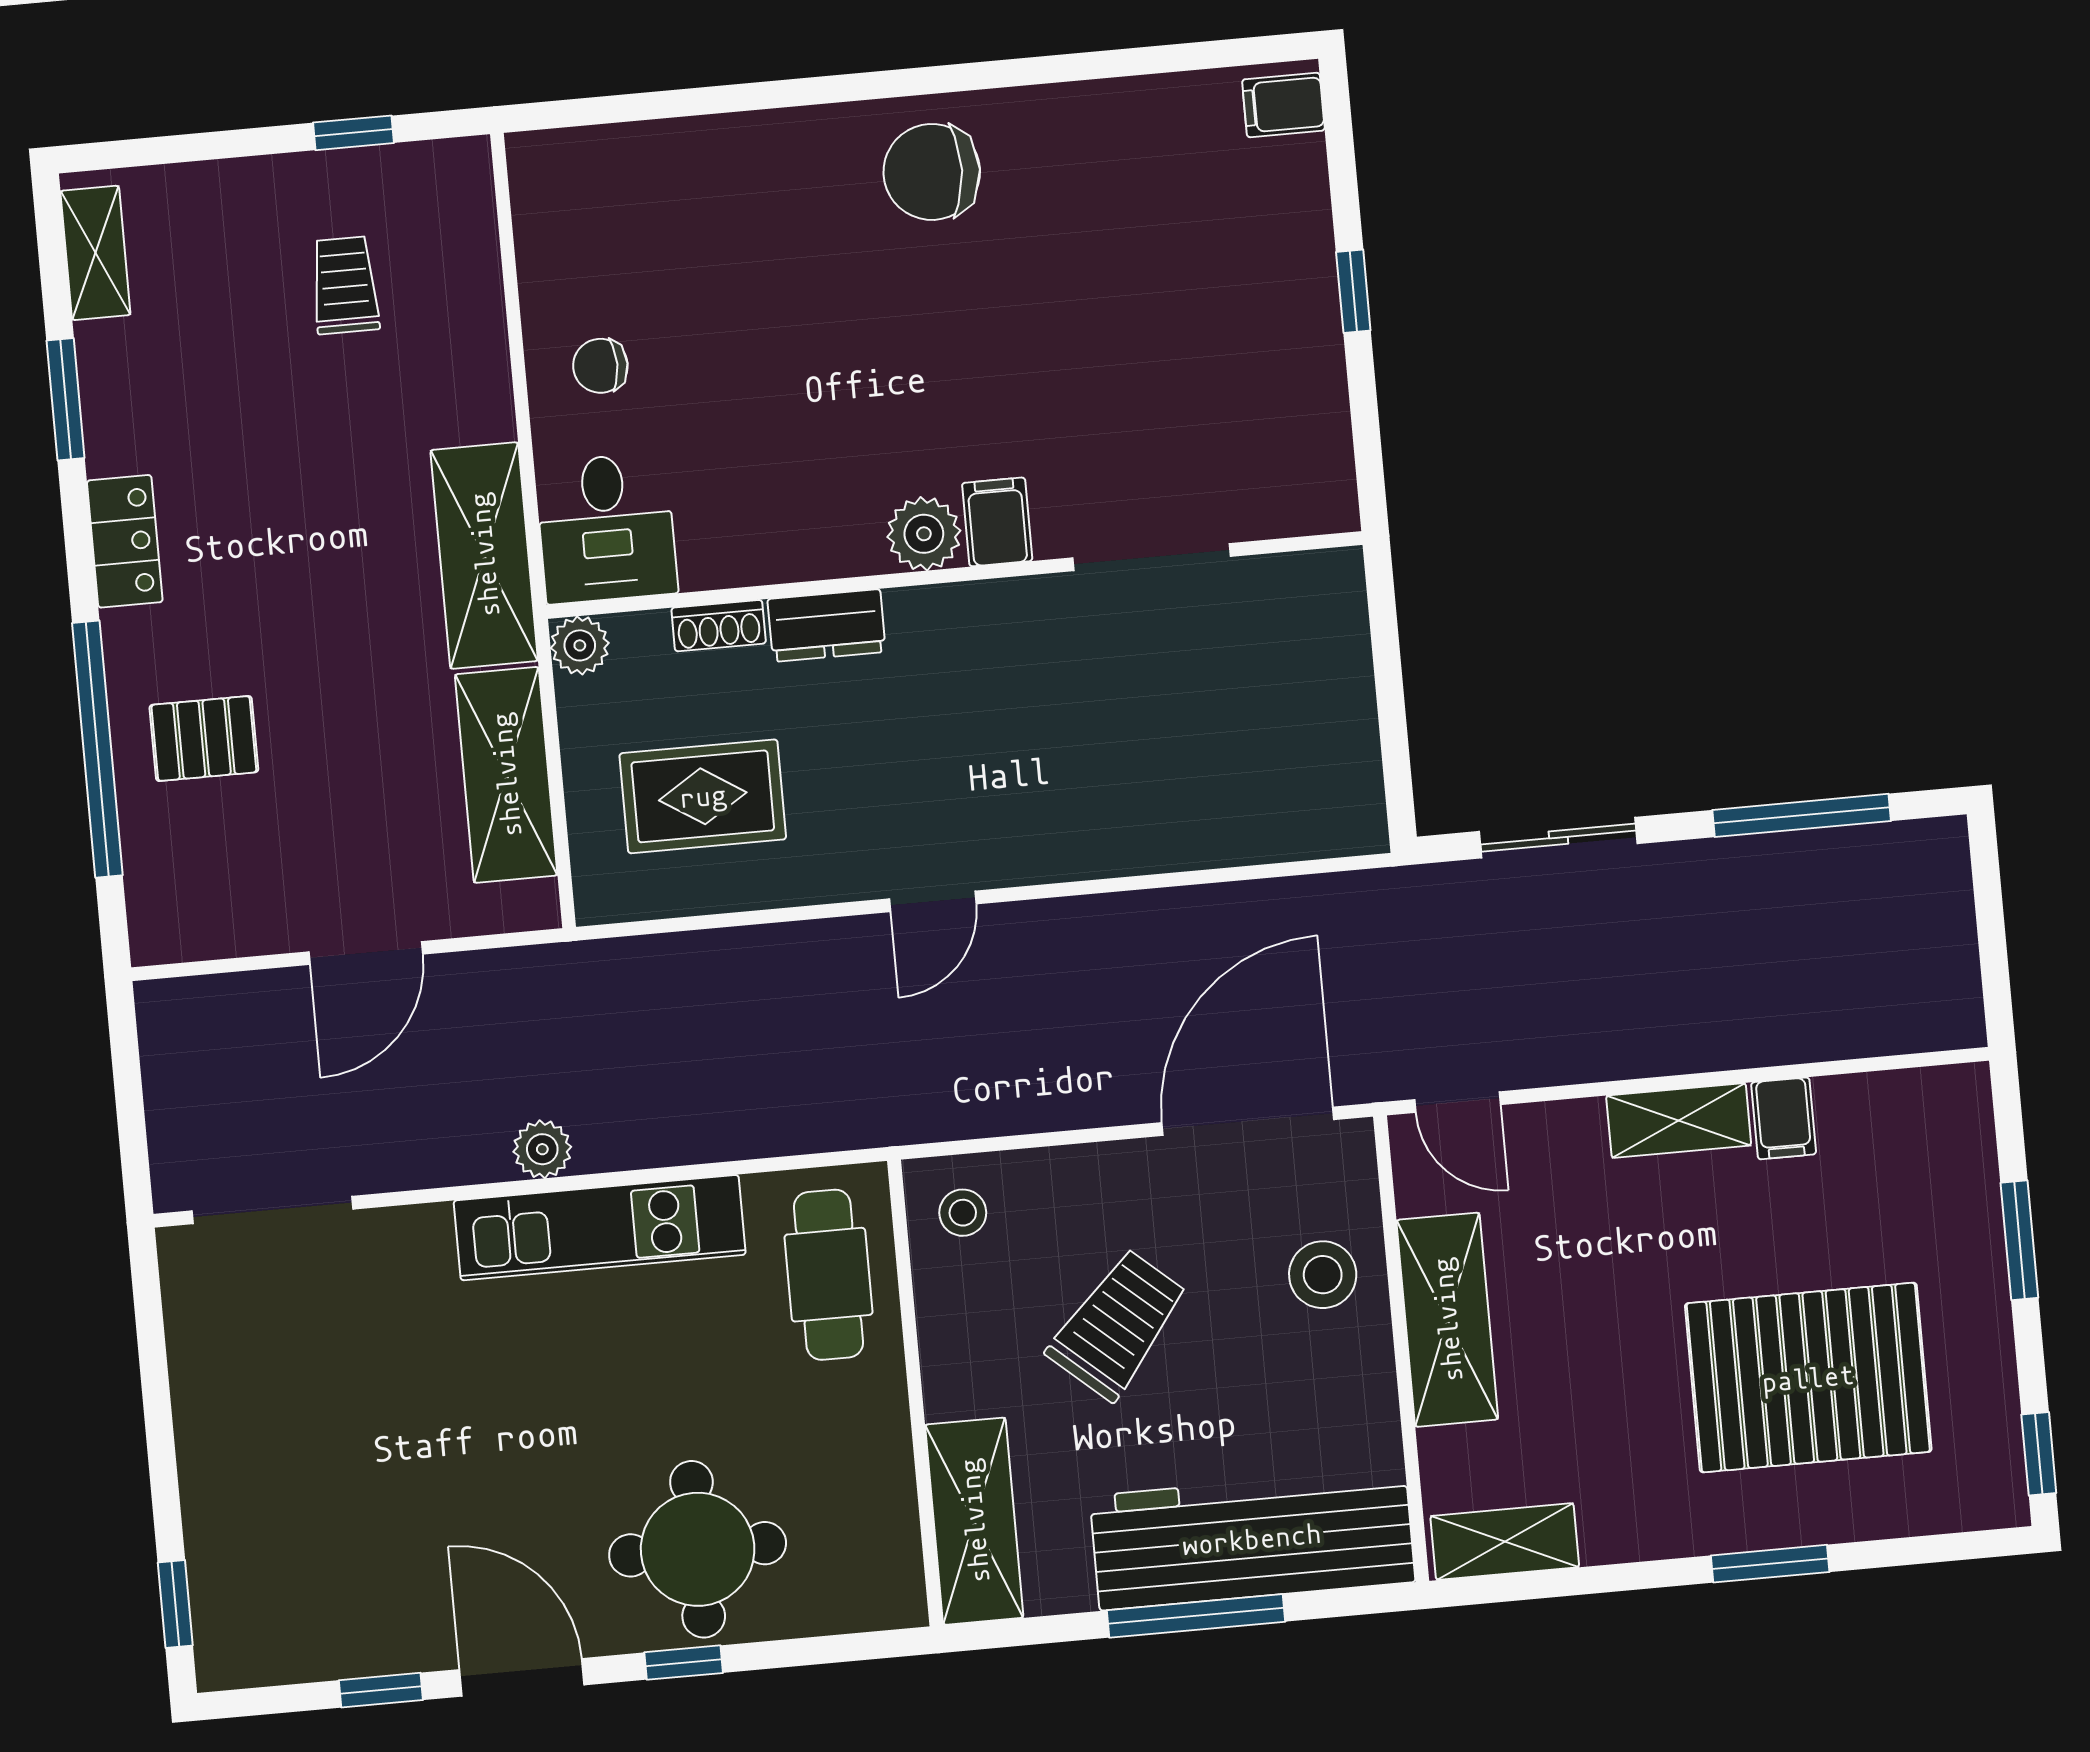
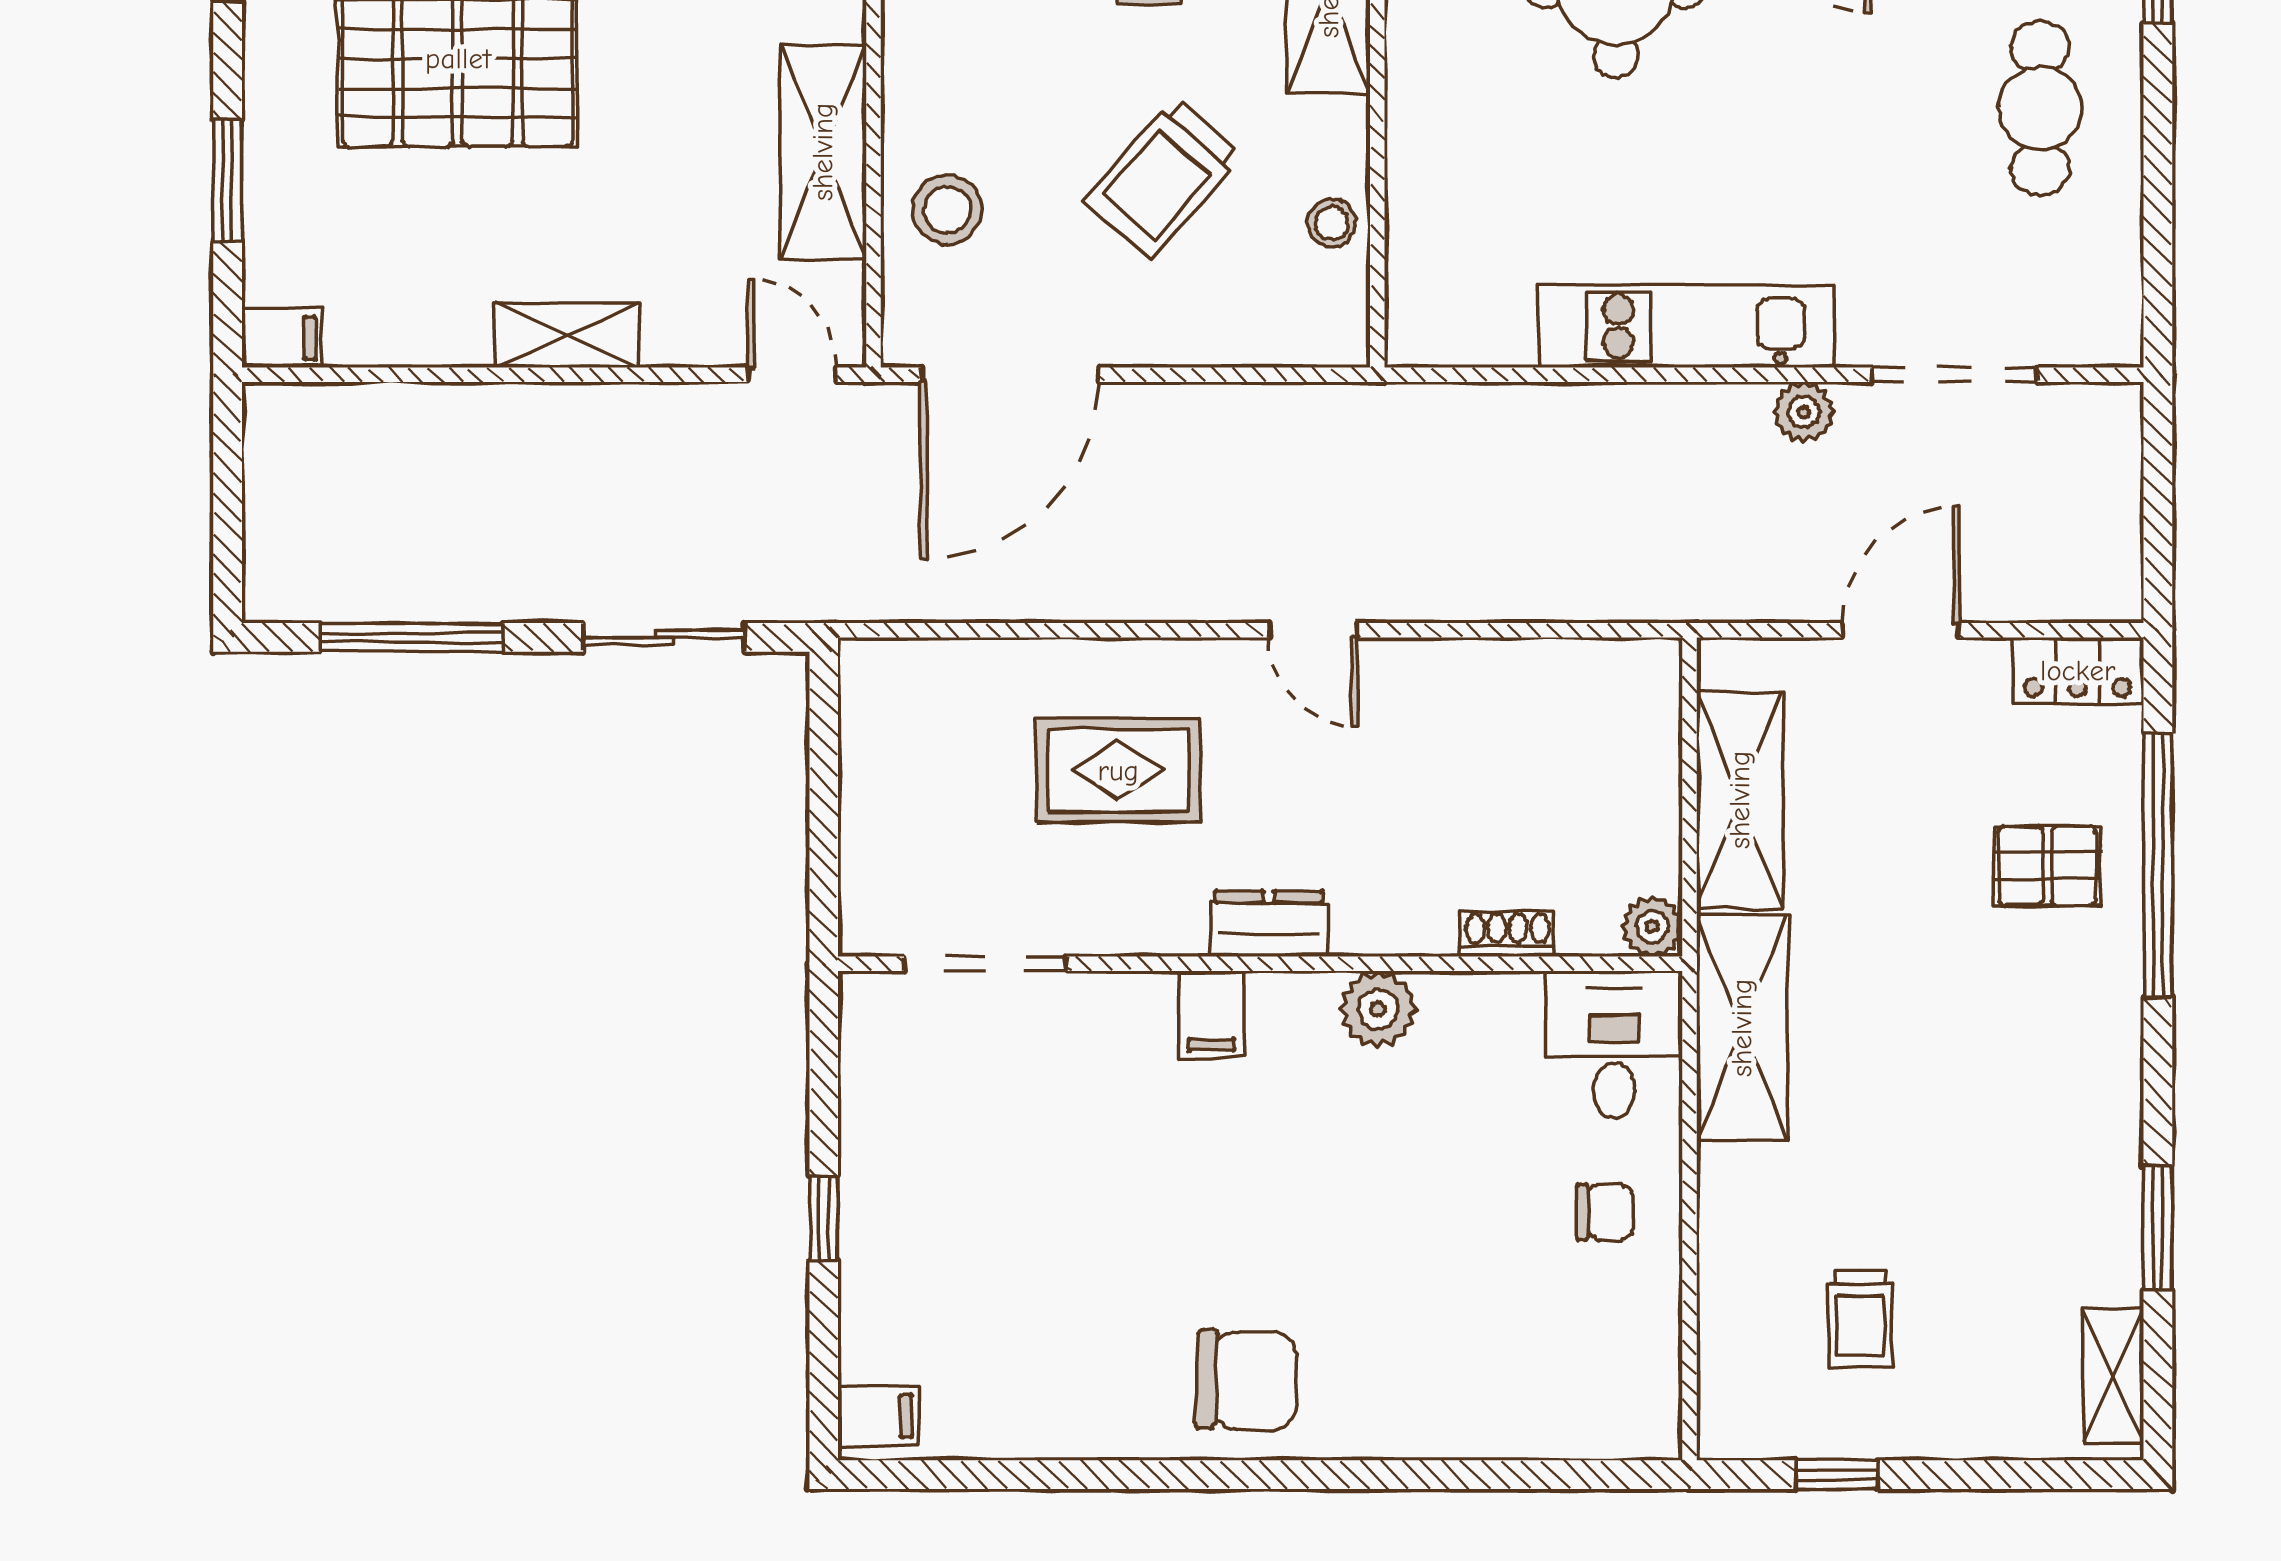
plant: (924, 534) -> (1378, 1009), moved
locker: (125, 541) -> (2078, 671), moved, turned -90
doorway: (1152, 557) -> (985, 964), moved
dresser: (827, 626) -> (1269, 924), moved
rug: (703, 796) -> (1118, 771), moved
door: (933, 901) -> (1313, 630), swing flipped
filing cabinet: (1784, 1118) -> (282, 338), moved, turned 90
plant: (542, 1149) -> (1804, 412), moved
doorway: (272, 1210) -> (1955, 375), moved
stool: (963, 1213) -> (1332, 223), moved
cafe table: (828, 1275) -> (2040, 108), moved

